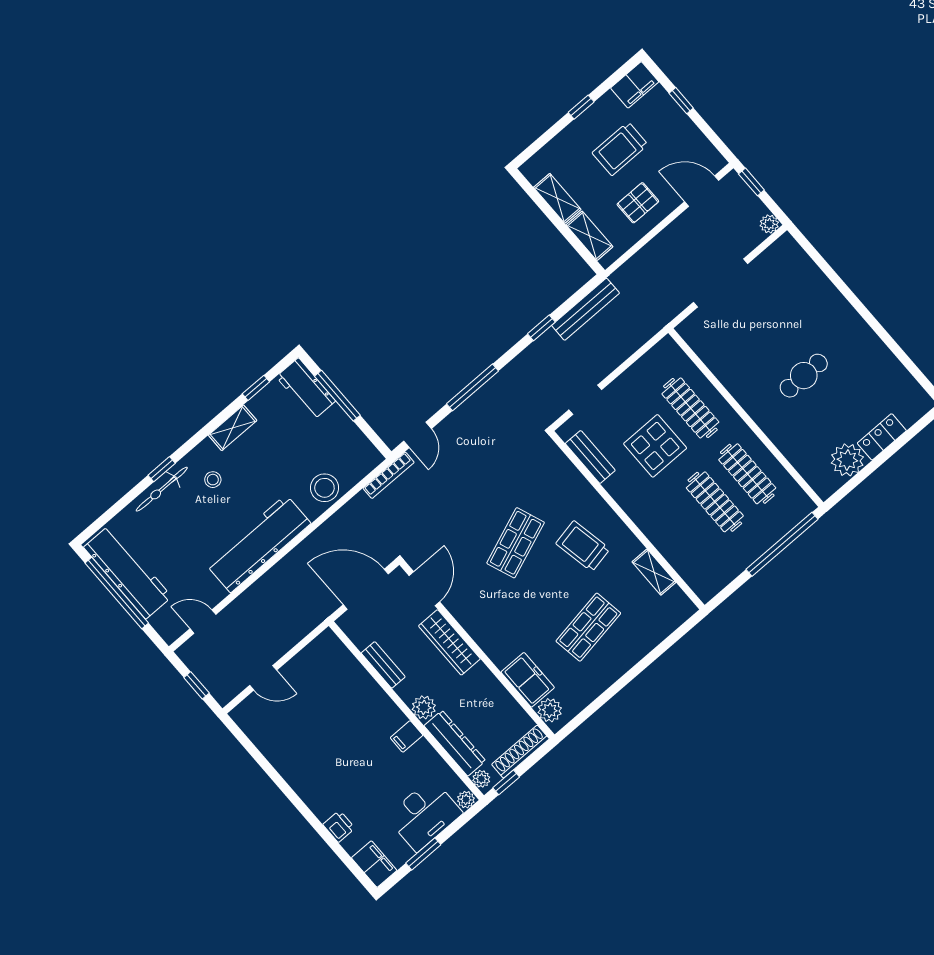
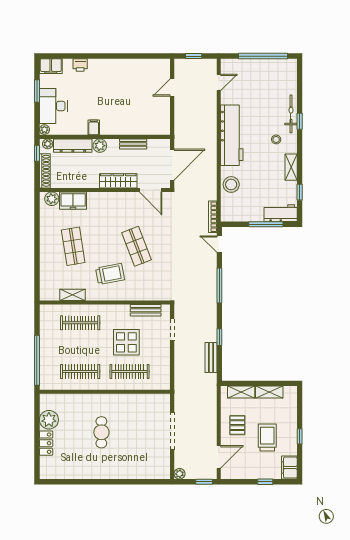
bench: (586, 309) -> (211, 358), width x0.73
clothes rail: (715, 502) -> (80, 323), moved
workbench: (128, 572) -> (268, 69), removed

